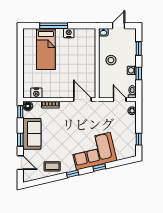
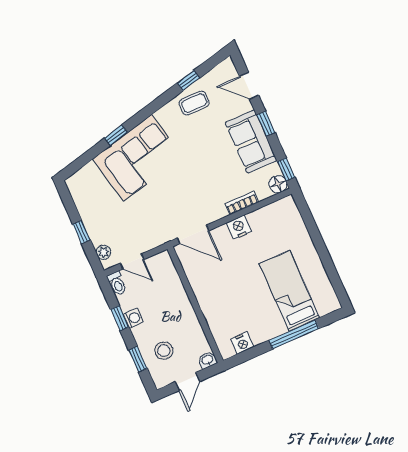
nightstand: (69, 33) -> (242, 343), moved
stool: (111, 60) -> (164, 351), moved
nightstand: (36, 93) -> (239, 227), moved
window: (139, 139) -> (82, 232), moved
window: (73, 174) -> (188, 80), moved

